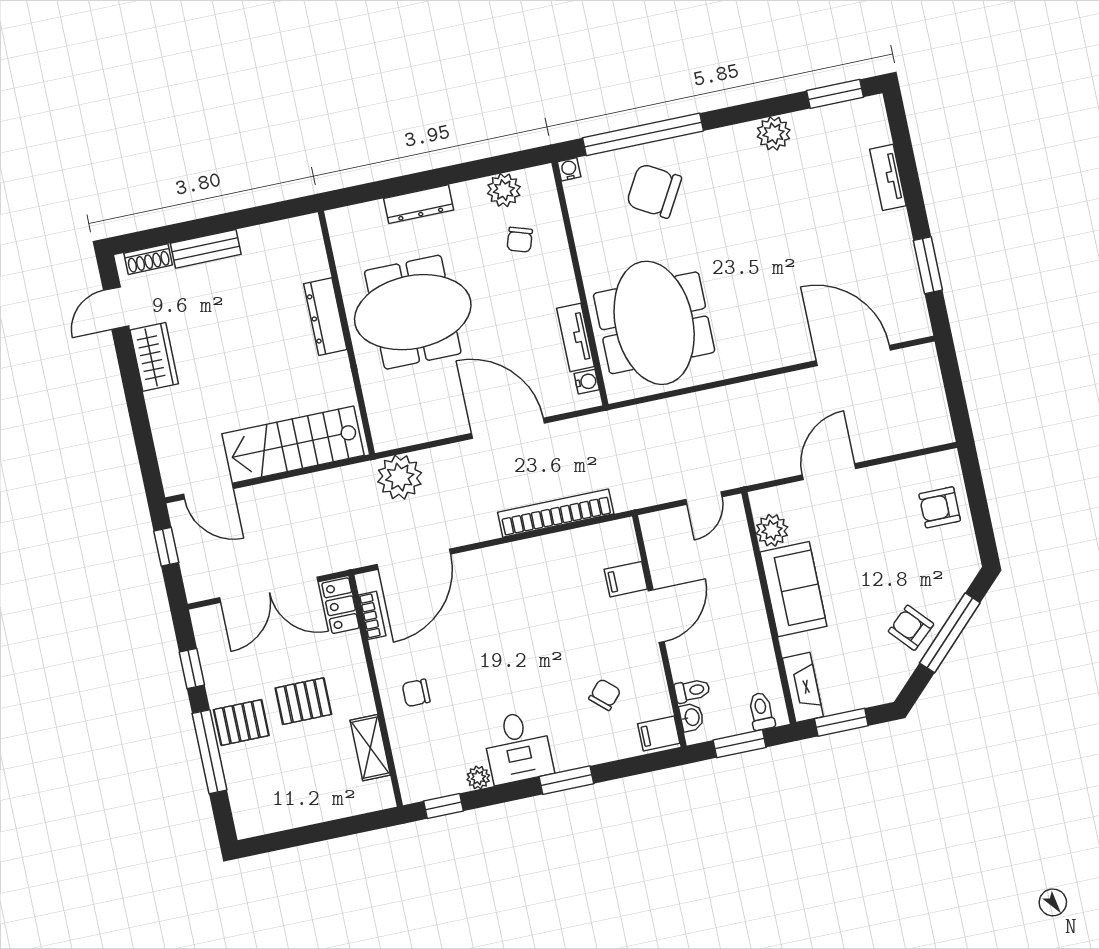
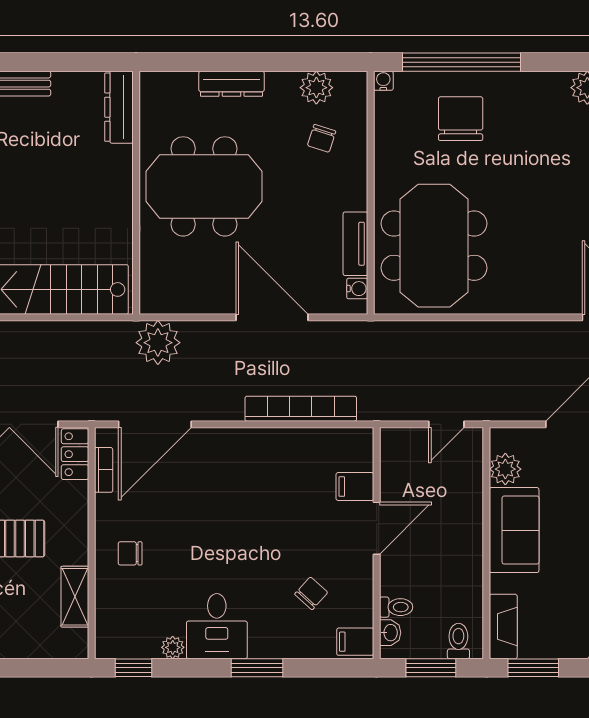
chair: (654, 191) -> (461, 119), turned 60
dresser: (325, 317) -> (119, 107), moved

